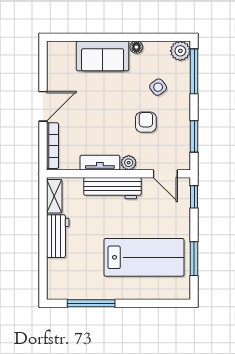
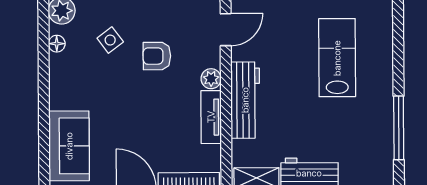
floor lamp: (136, 47) -> (57, 44), moved
sofa: (103, 56) -> (69, 146), moved
lab bench: (144, 257) -> (337, 58), width x0.73, depth x0.72

